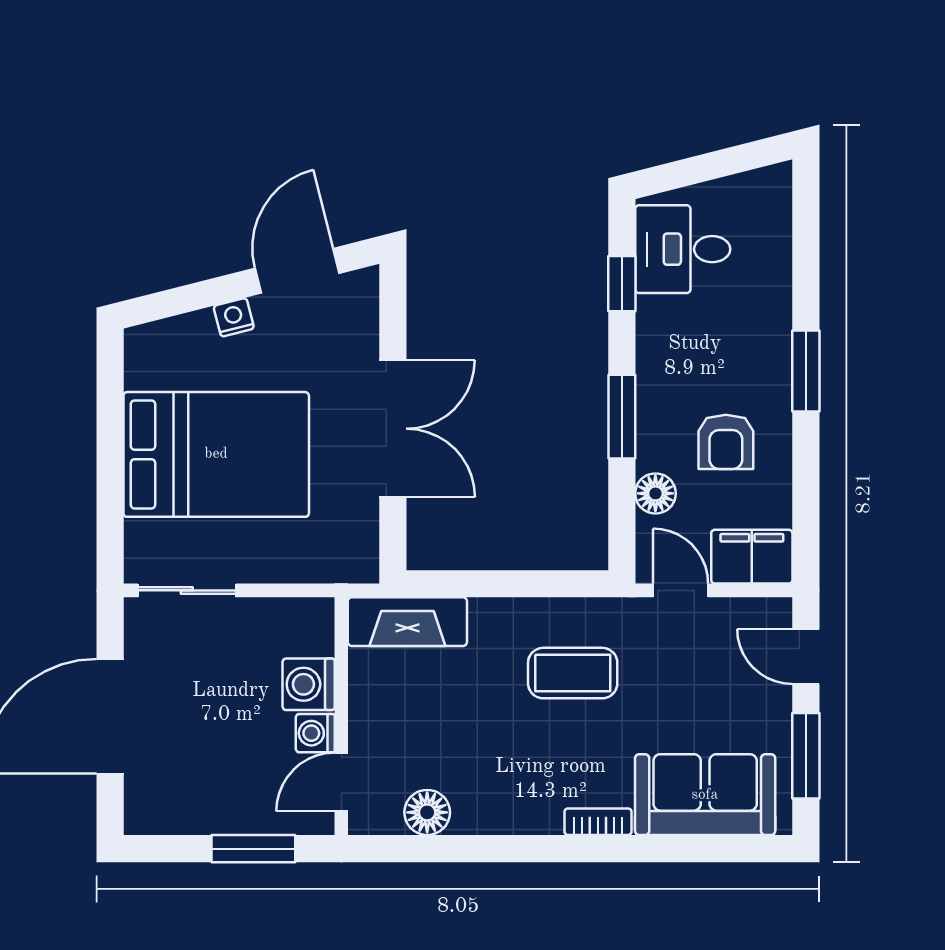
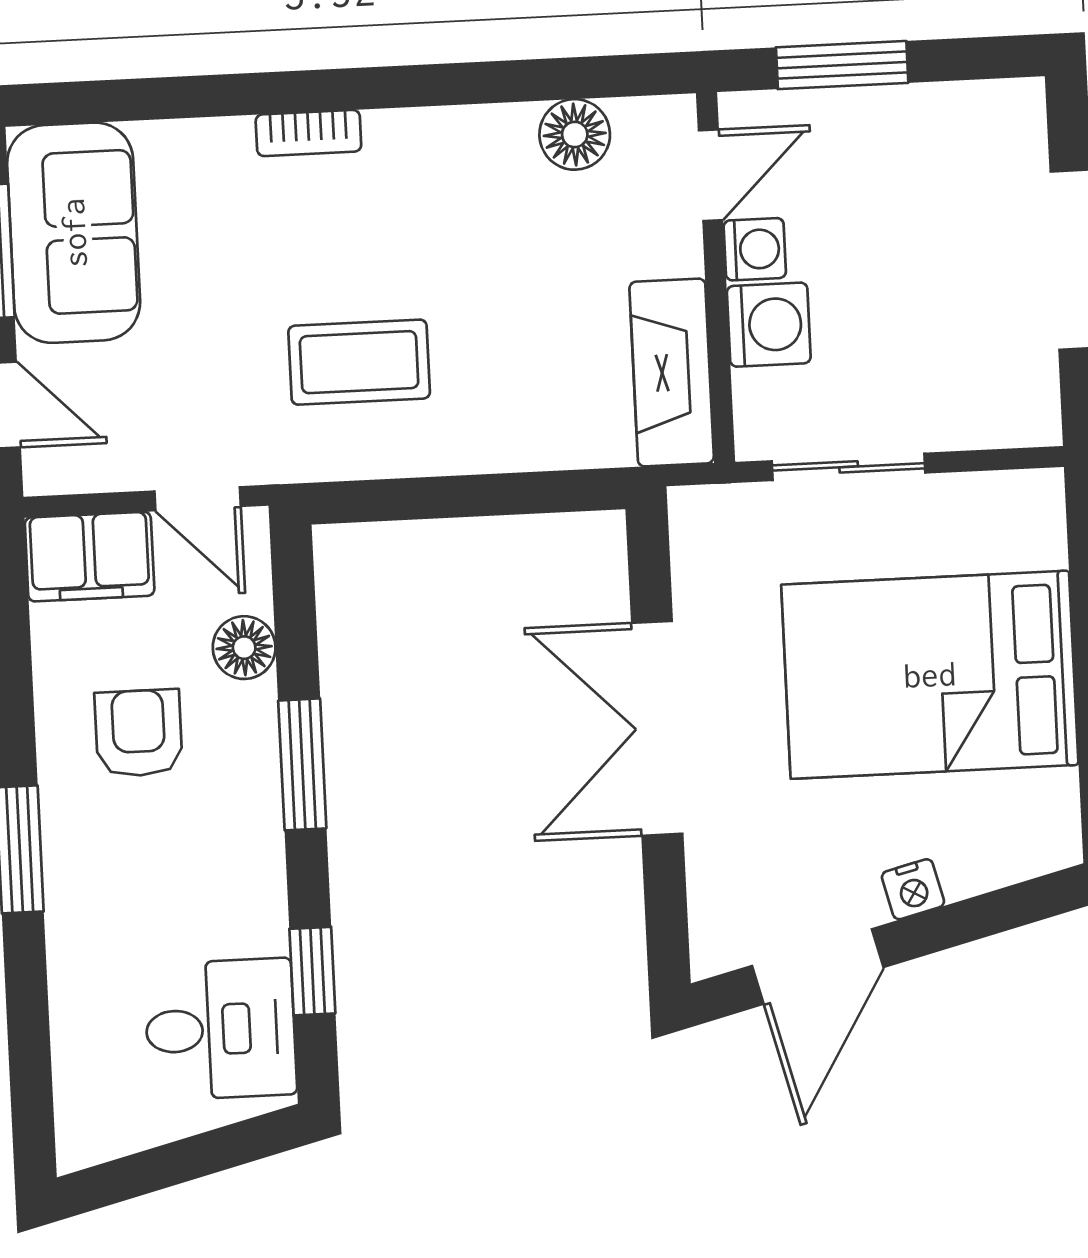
sliding door: (187, 590) -> (849, 467), moved
fireplace: (407, 622) -> (672, 373), moved, turned -90
sofa: (705, 795) -> (74, 233), moved, turned -90

